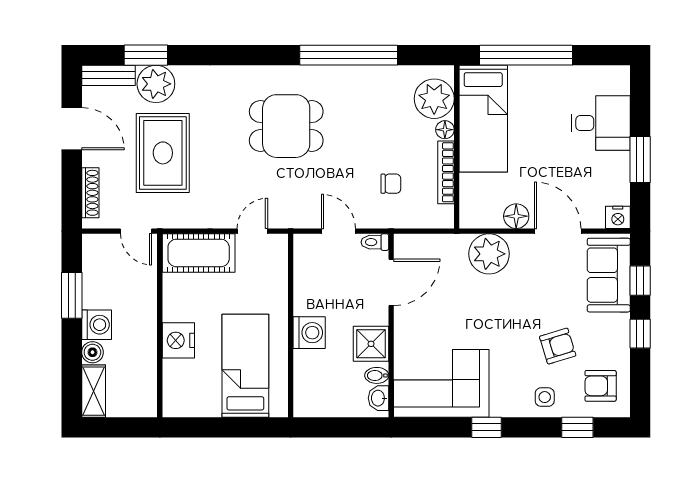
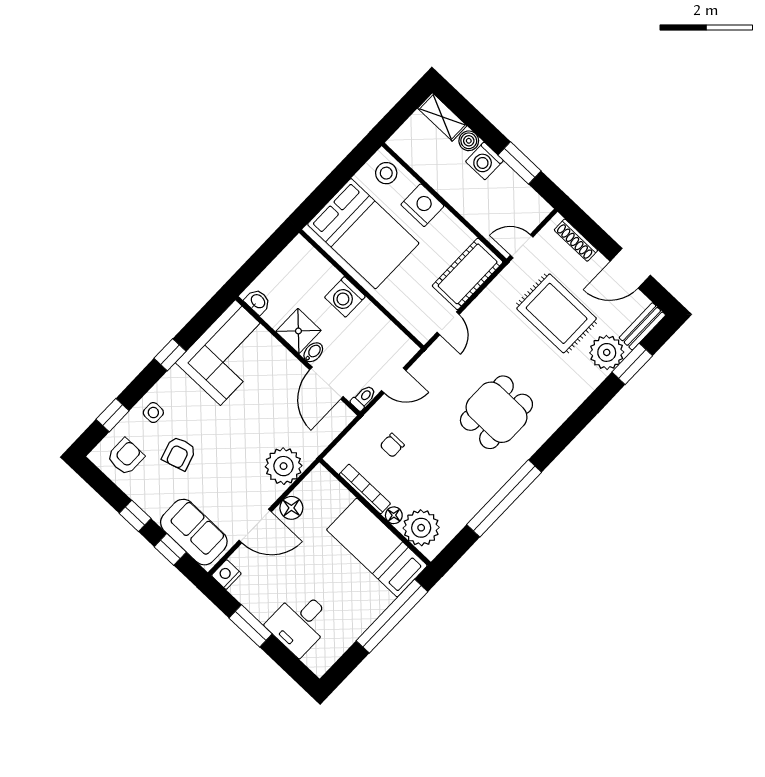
bed: (245, 366) -> (363, 234), width x1.50
bidet: (377, 375) -> (313, 352), moved
stool: (180, 393) -> (386, 173), added

